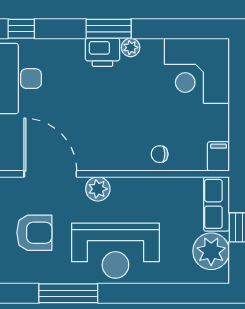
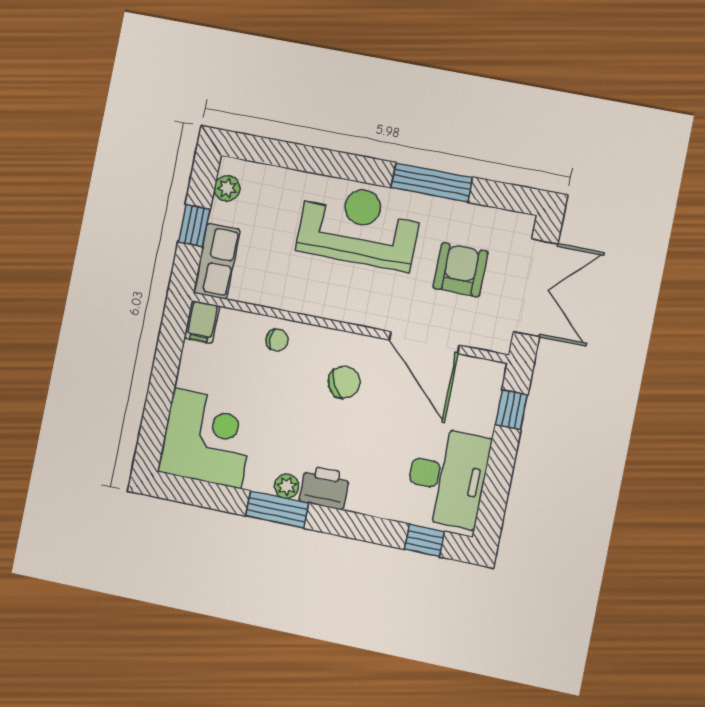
window: (109, 29) -> (277, 509), moved
chair: (103, 133) -> (344, 382), added
plant: (98, 189) -> (366, 311), removed
armchair: (34, 233) -> (461, 270), turned 90
plant: (211, 251) -> (227, 188), width x0.53, depth x0.53

